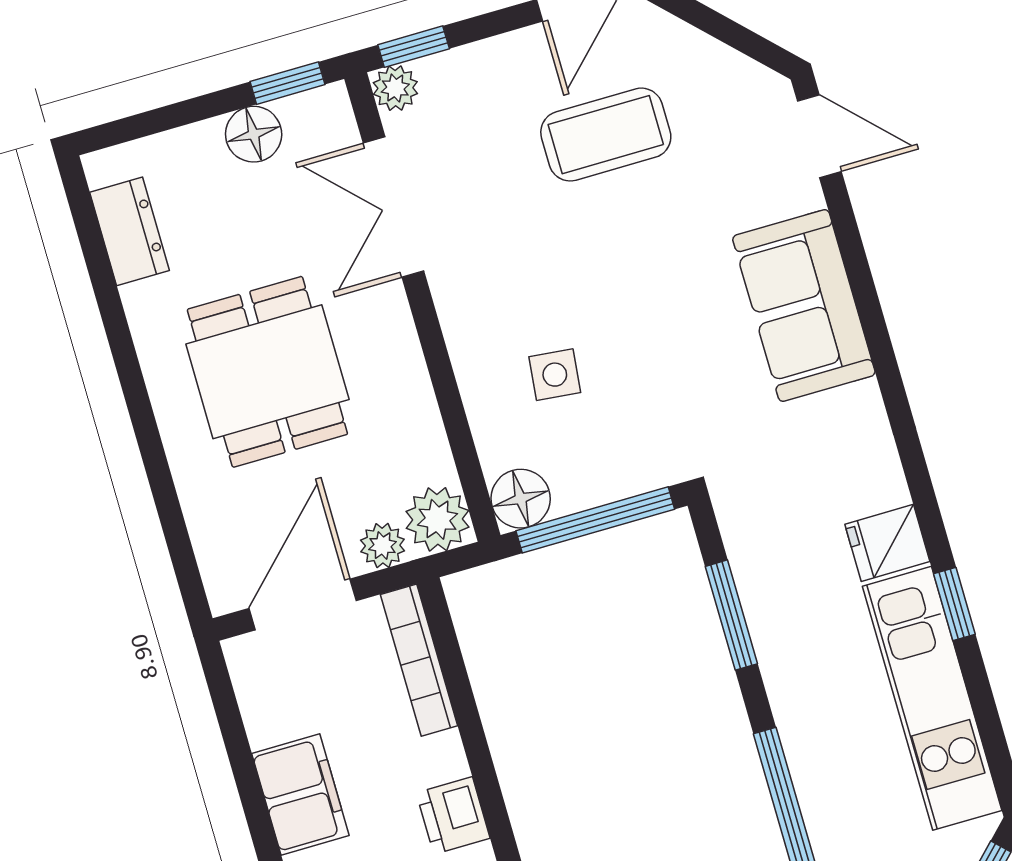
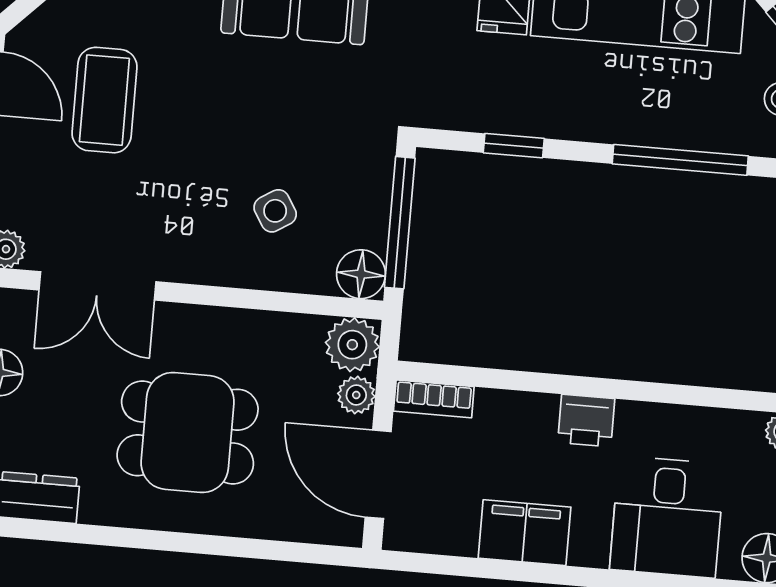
side table: (555, 375) -> (275, 211), turned -38
window: (731, 615) -> (514, 146), width x0.67
bookcase: (419, 660) -> (434, 399), width x0.64

